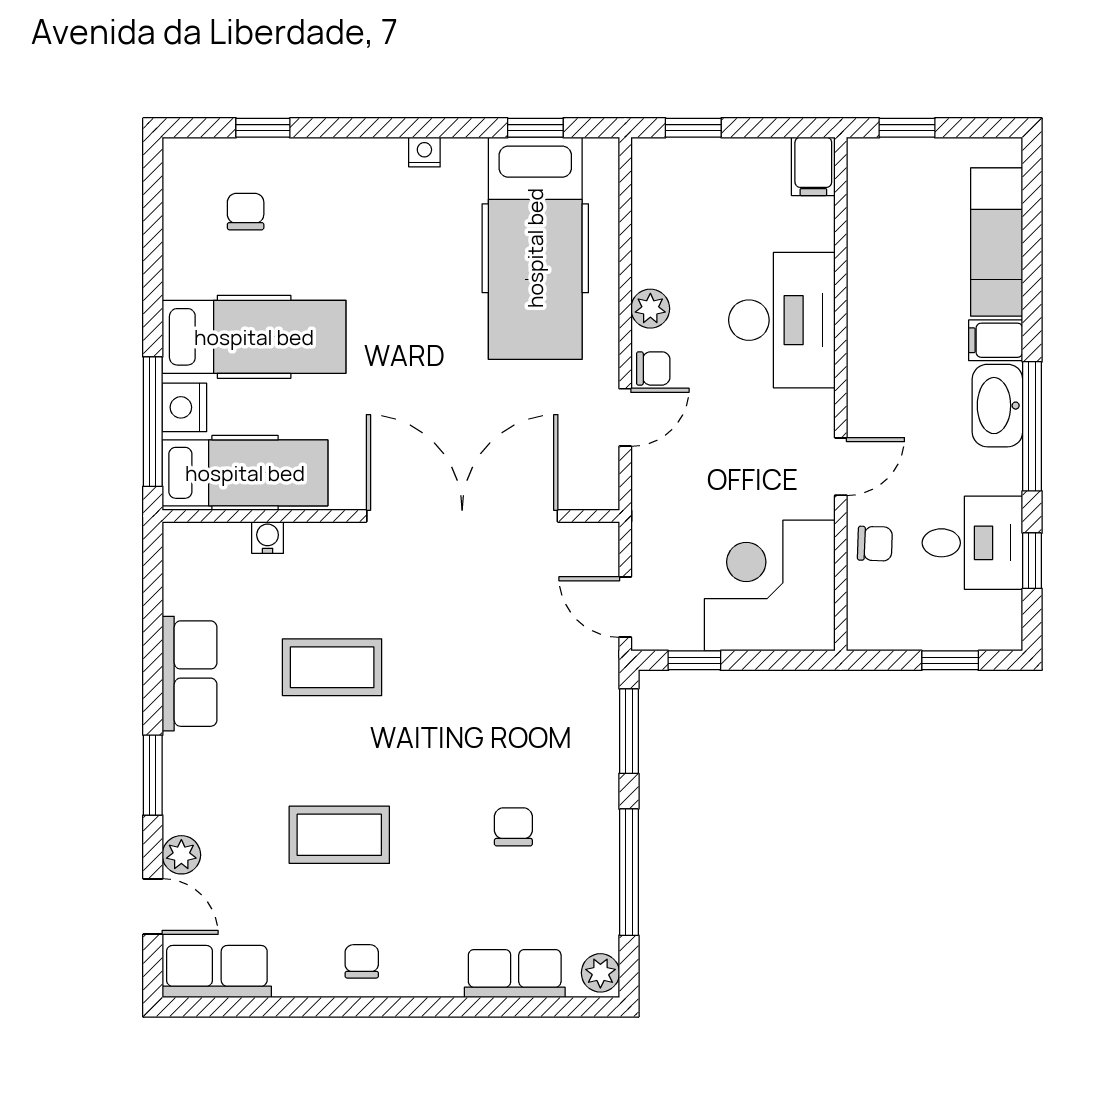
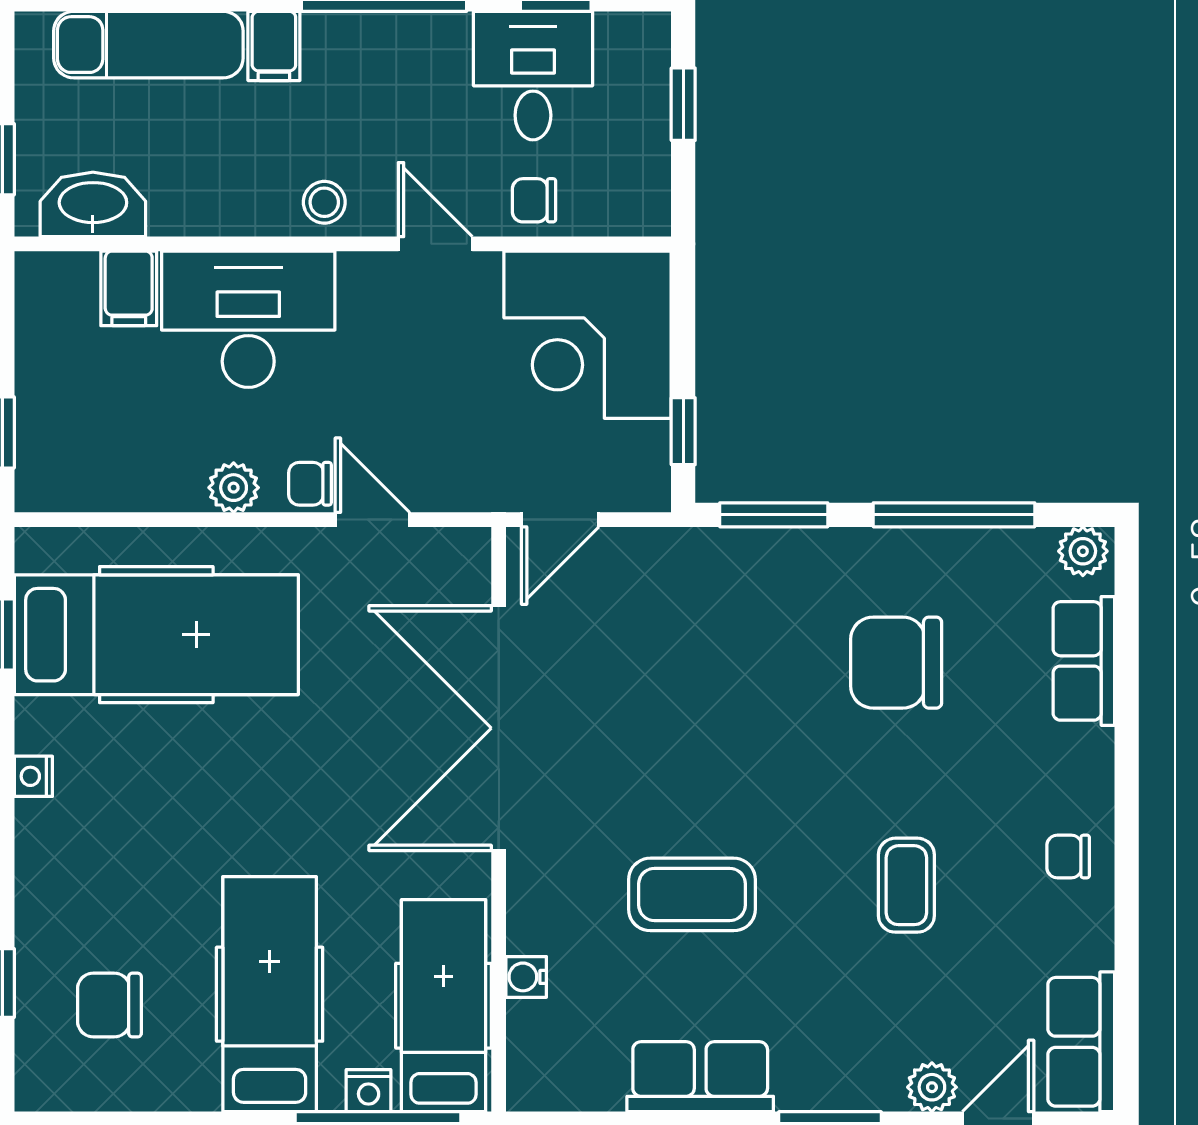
filing cabinet: (813, 166) -> (129, 288), moved, turned 90
chair: (246, 212) -> (109, 1005), width x1.37, depth x1.37
chair: (653, 368) -> (310, 484), turned -90
stool: (873, 380) -> (324, 202), added
washbasin: (997, 406) -> (93, 204), moved, turned 180
nightstand: (184, 407) -> (369, 1091), width x0.72, depth x0.74
chair: (875, 544) -> (534, 200), turned -92
door: (625, 607) -> (560, 520), moved
coffee table: (332, 667) -> (692, 894), turned 90
chair: (513, 827) -> (896, 663), width x1.87, depth x1.87
coffee table: (339, 835) -> (906, 885), width x0.73, depth x0.77

